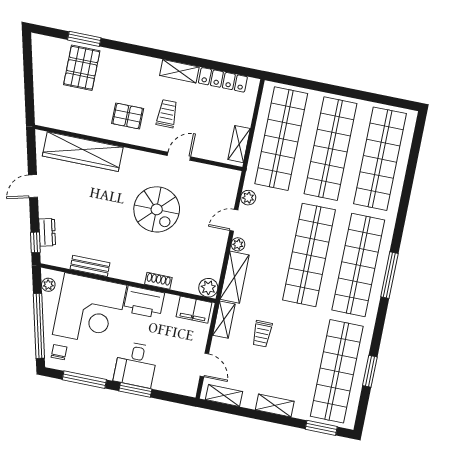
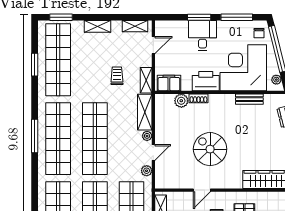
plant: (208, 288) -> (181, 101), moved
door: (204, 365) -> (153, 45), swing flipped

